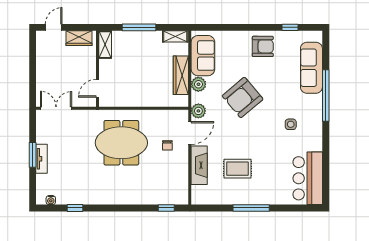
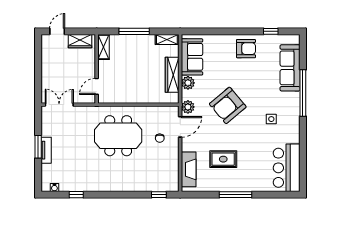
armchair: (243, 97) -> (228, 105), moved
fireplace: (199, 165) -> (189, 169), moved

